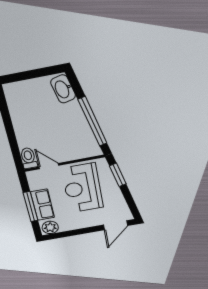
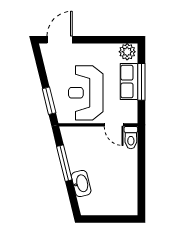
washbasin: (63, 89) -> (81, 184), moved
window: (93, 122) -> (64, 163), width x0.68
reception desk: (83, 188) -> (86, 93), turned 180

